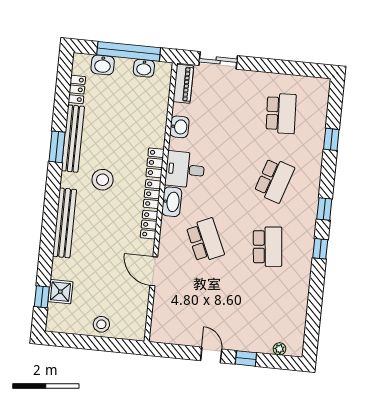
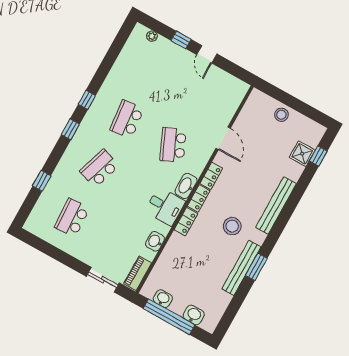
locker: (77, 90) -> (222, 304), removed

